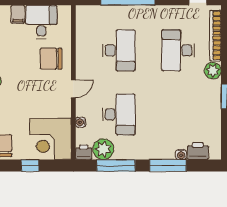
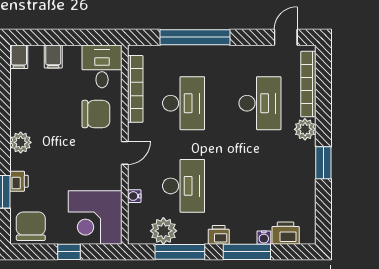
desk: (41, 22) -> (102, 66), moved
bookcase: (81, 39) -> (135, 89), added
desk: (178, 50) -> (260, 103), turned 180
chair: (51, 59) -> (96, 114), turned 180
printer: (84, 152) -> (219, 235), moved

